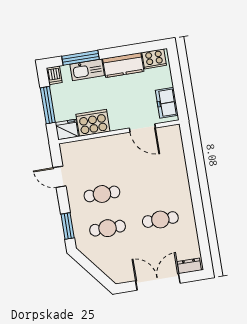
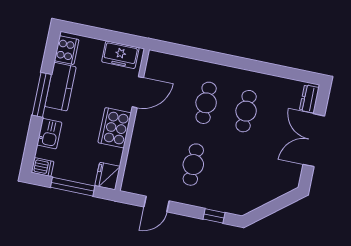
window: (80, 58) -> (42, 95), moved
kitchen sink: (87, 70) -> (49, 134), width x0.73
cooker: (93, 123) -> (115, 128), moved
window: (68, 226) -> (214, 216), width x0.67
cafe table: (108, 228) -> (206, 103), moved

